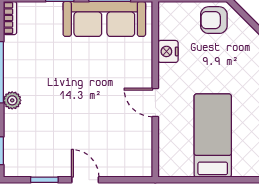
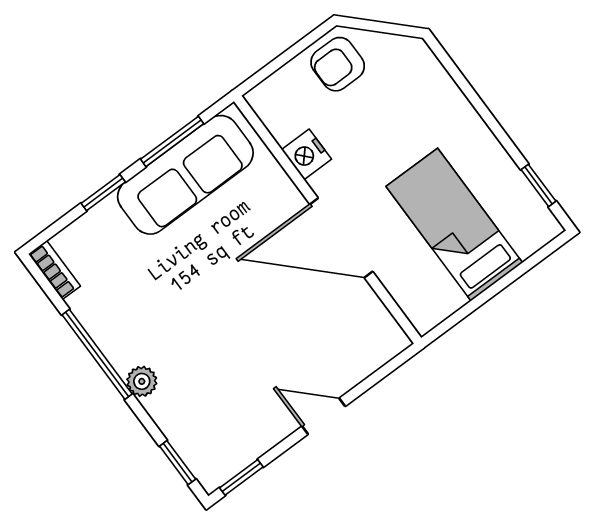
door: (155, 103) -> (341, 238), width x1.88
window: (44, 180) -> (241, 477), moved

